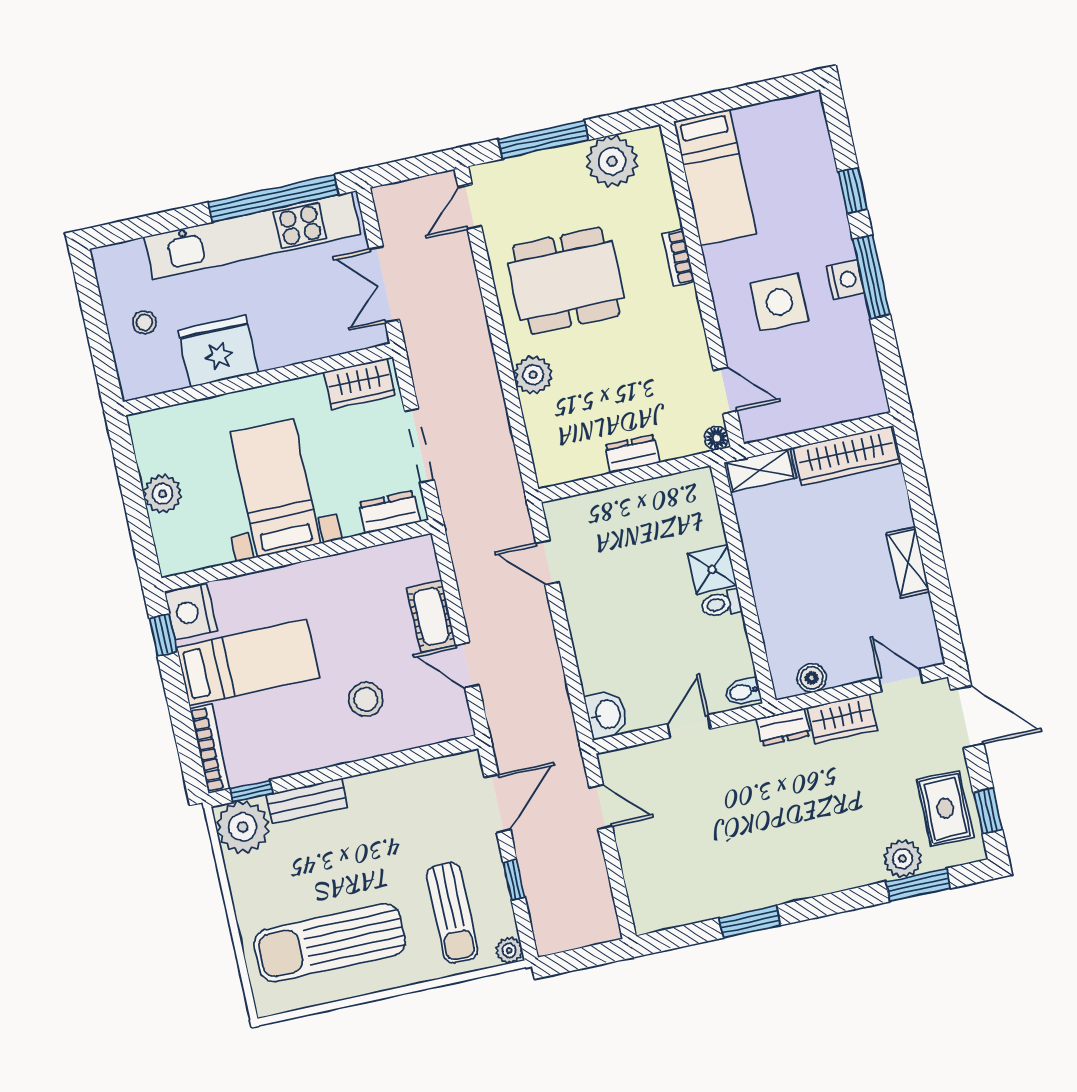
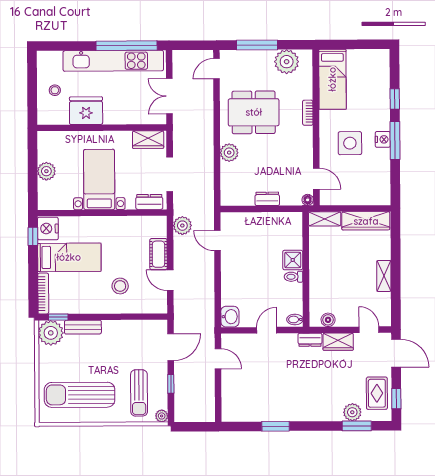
plant: (468, 547) -> (182, 226), added

